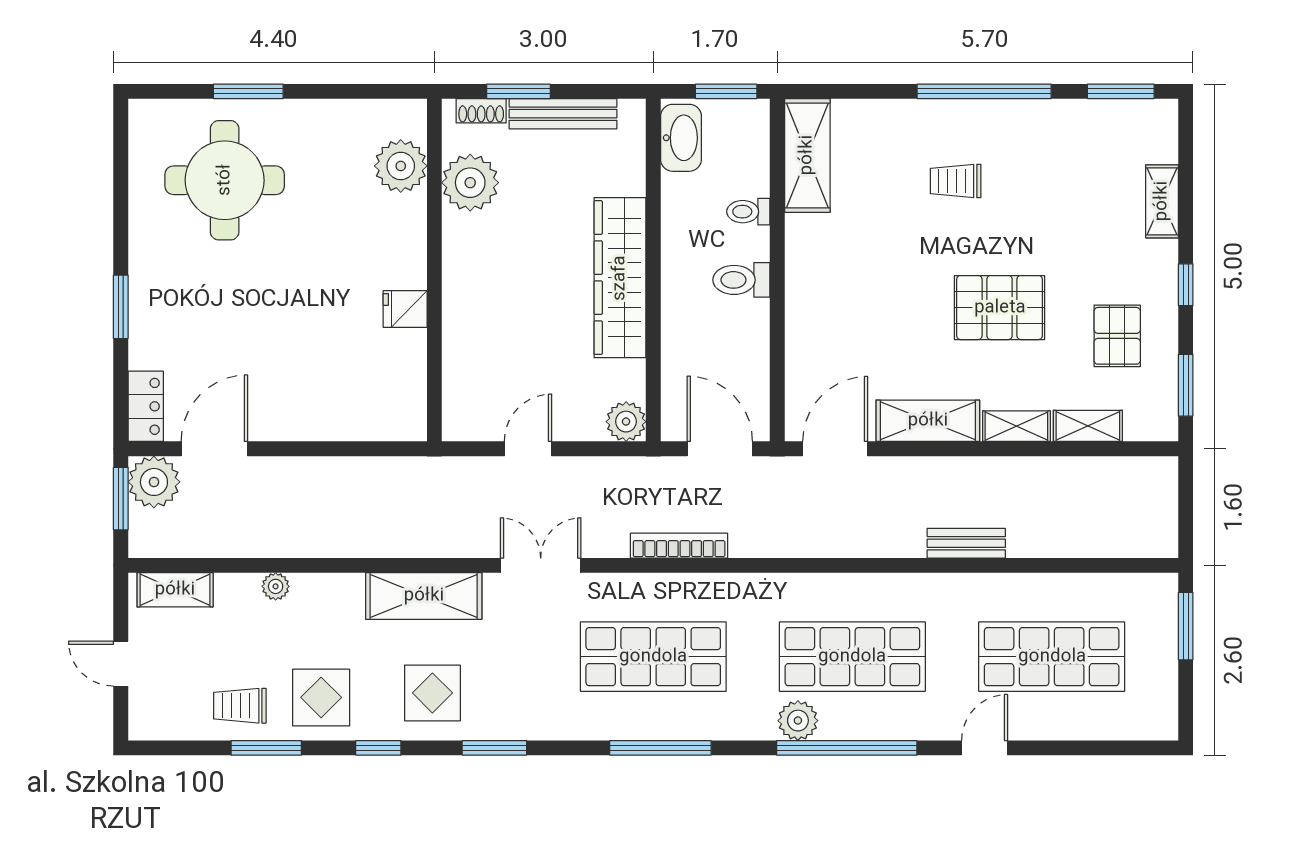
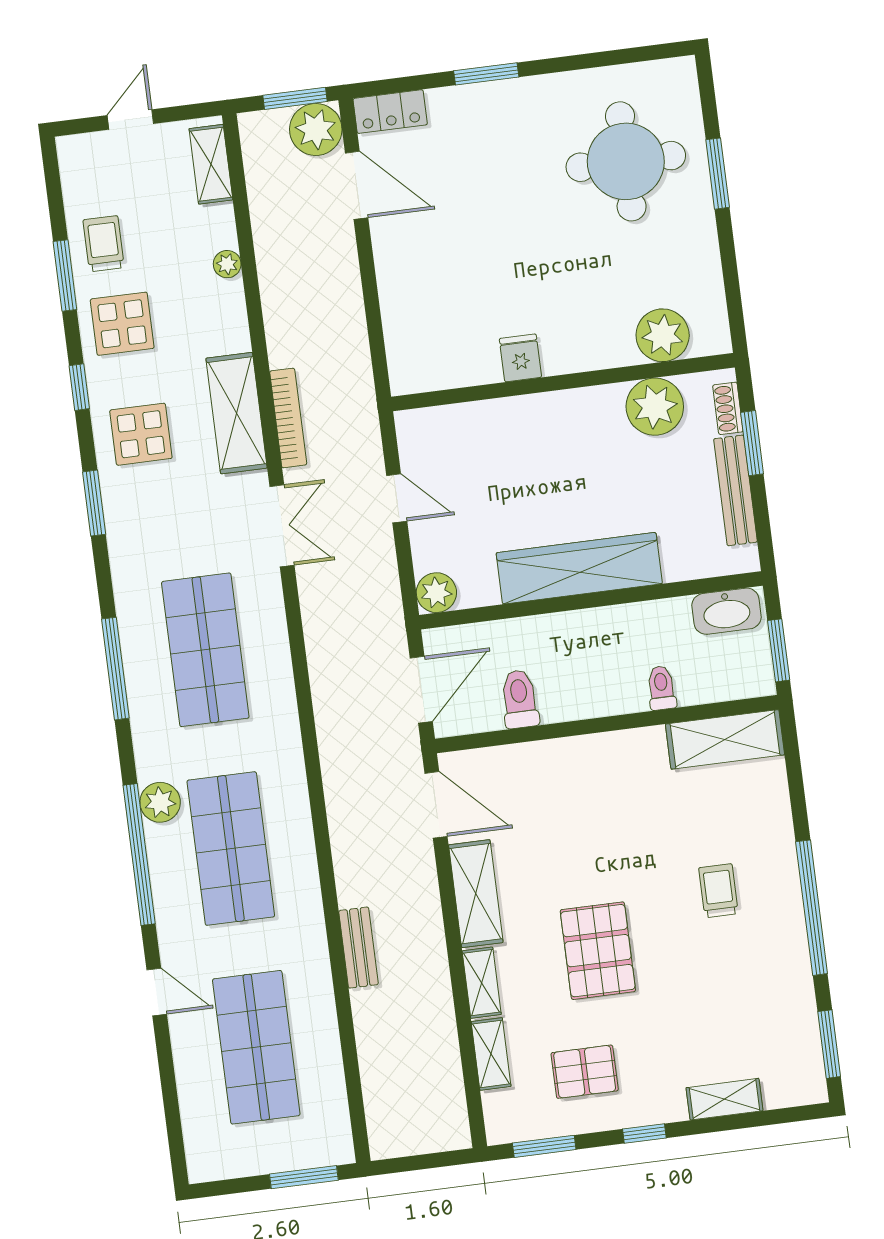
toilet: (741, 280) -> (520, 699), moved
bookcase: (679, 546) -> (288, 418), moved

